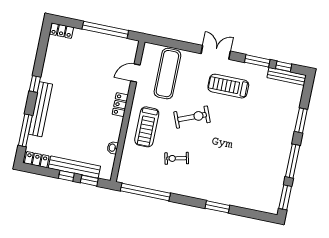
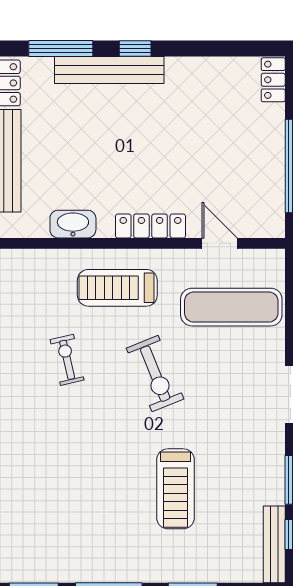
window: (35, 84) -> (135, 48), moved
treadmill: (228, 86) -> (176, 489), moved, turned 180
locker: (120, 105) -> (151, 226), width x1.53
washbasin: (113, 148) -> (73, 224), width x1.91, depth x1.45

